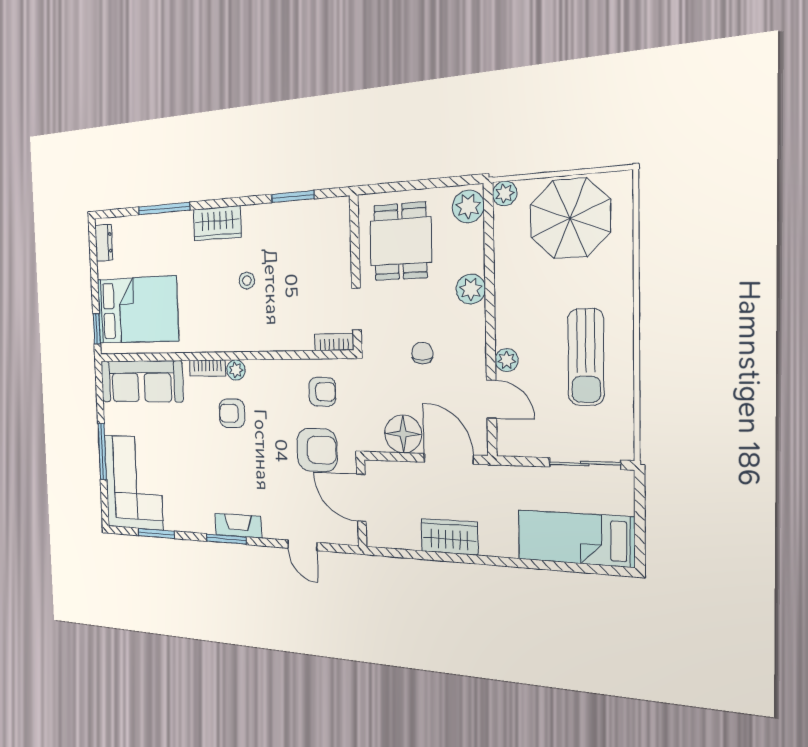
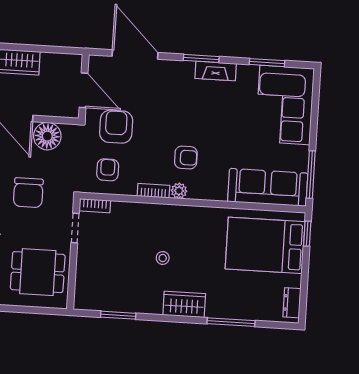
dining table: (400, 241) -> (38, 272), turned 90
chair: (422, 353) -> (28, 193), width x1.87, depth x1.87
bookcase: (207, 368) -> (153, 191), moved
armchair: (322, 392) -> (108, 170), turned 90
armchair: (317, 450) -> (116, 127), turned 90
window: (102, 452) -> (311, 175), moved
fireplace: (238, 526) -> (216, 71), moved
door: (302, 545) -> (135, 54), width x1.88

